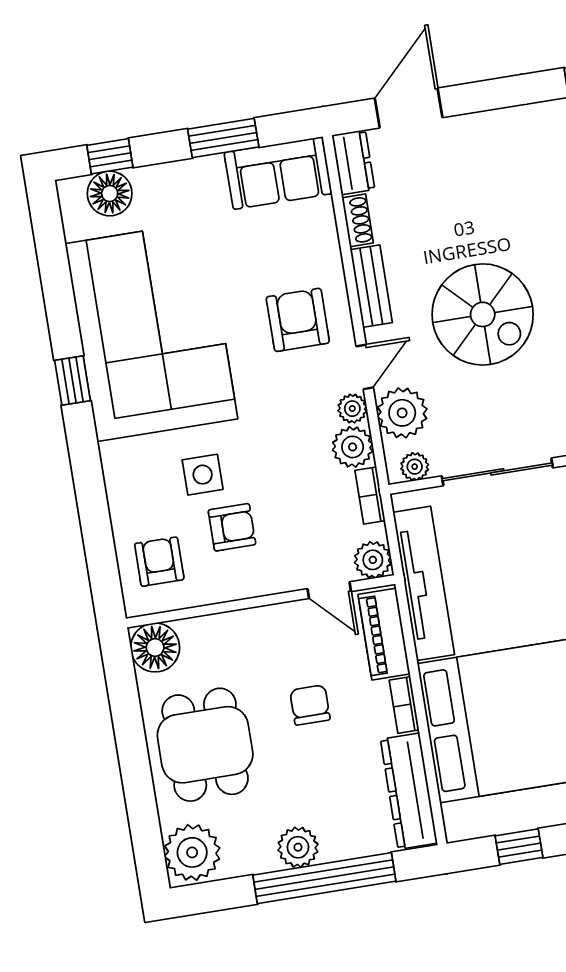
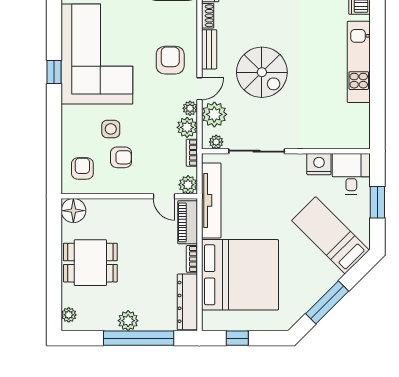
chair: (310, 705) -> (145, 251), removed
dining table: (205, 745) -> (90, 263), turned 90
plant: (192, 852) -> (69, 315), width x0.53, depth x0.53

